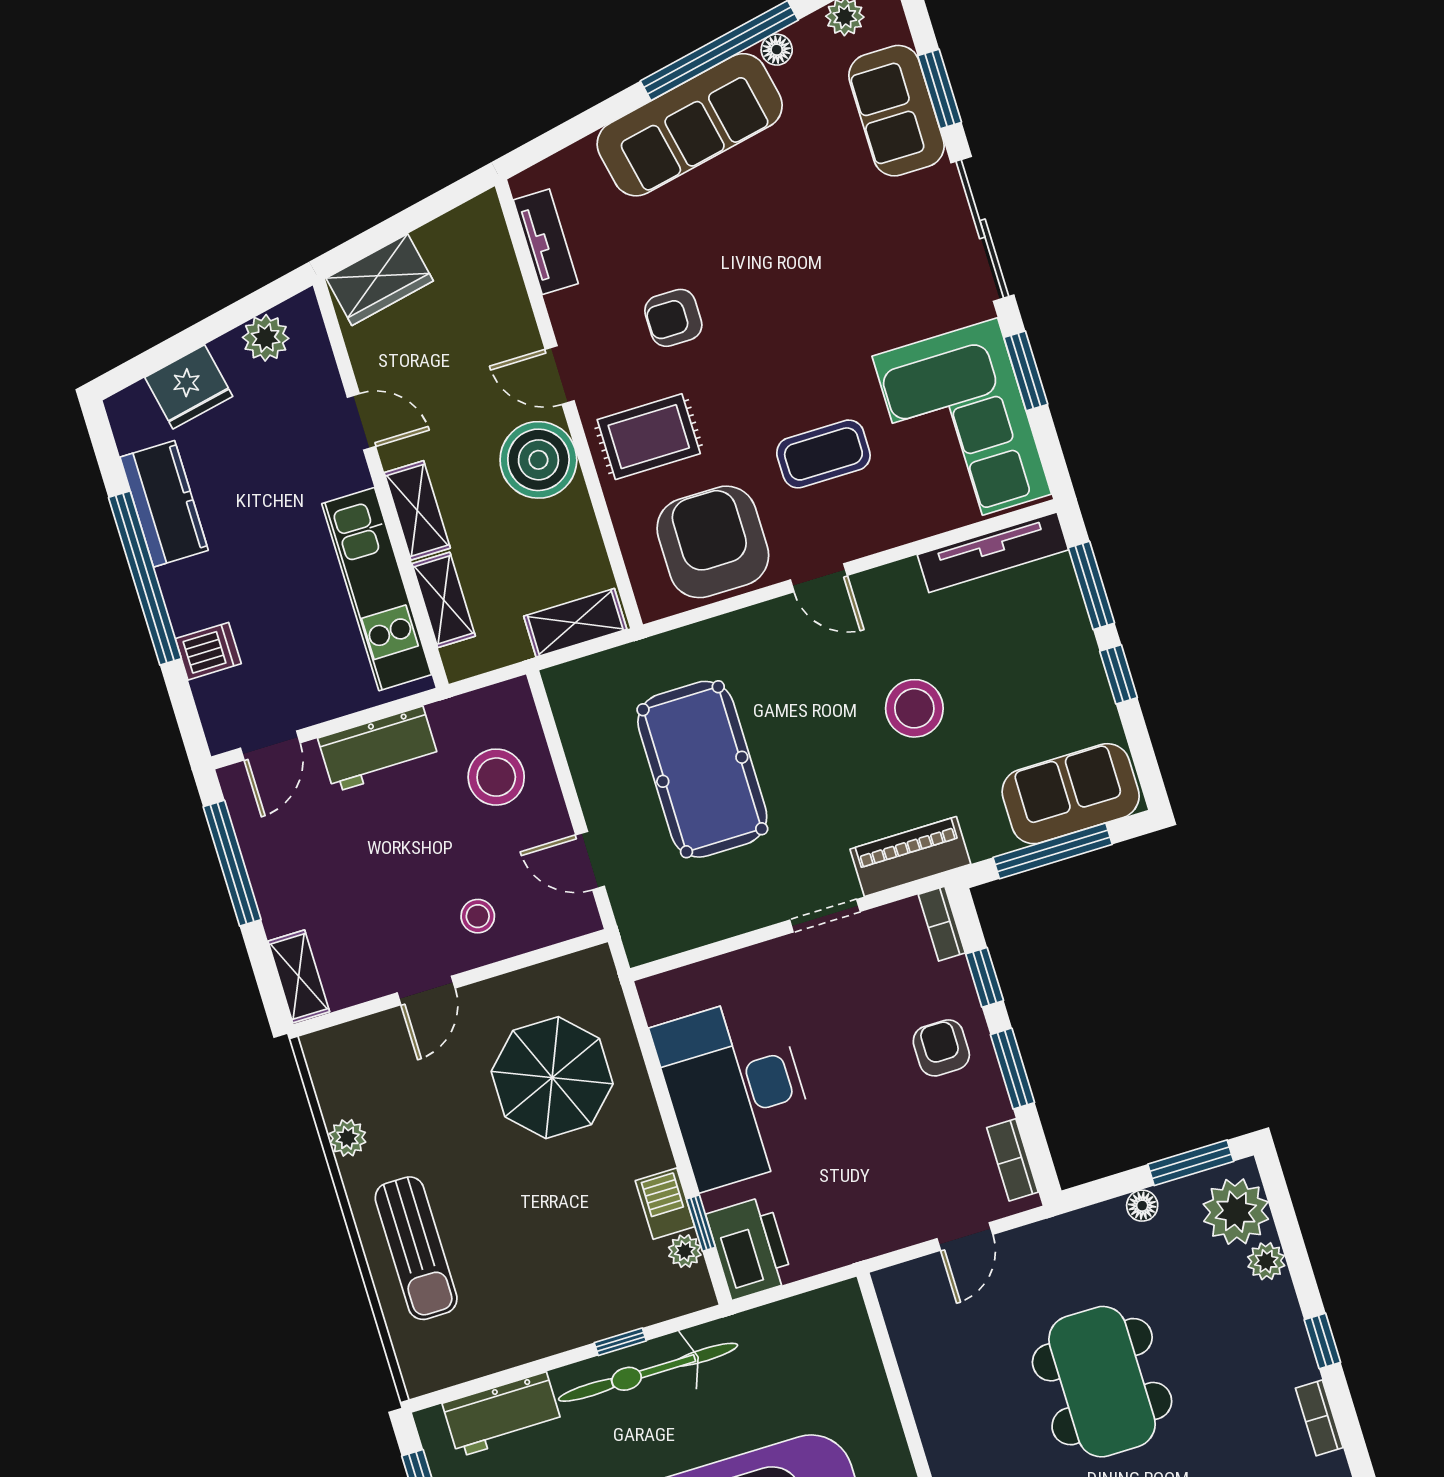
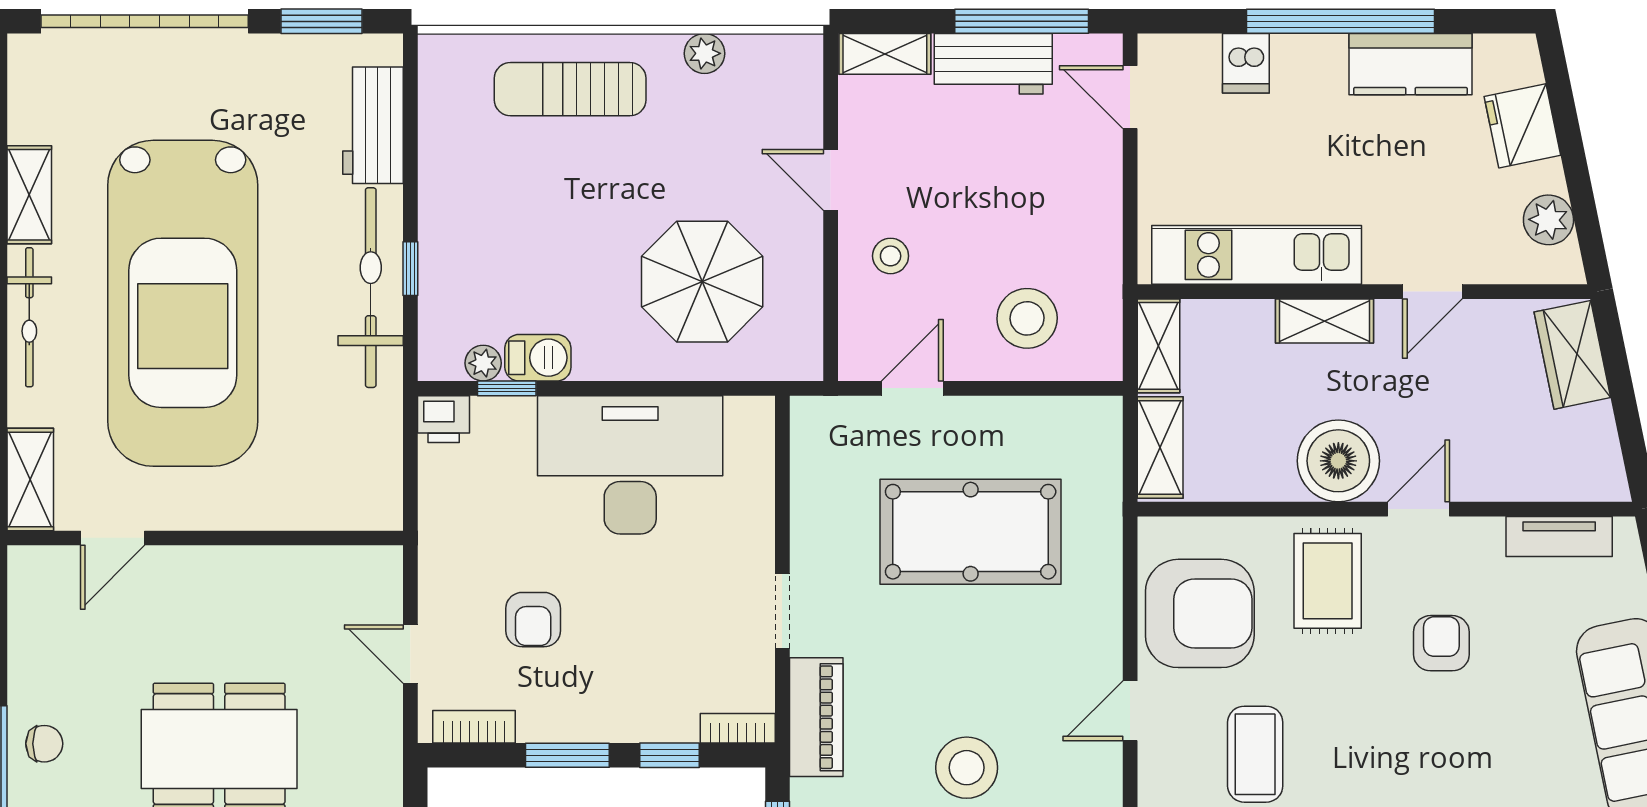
shelving: (444, 600) -> (1158, 346), moved, turned 90
workbench: (378, 749) -> (993, 64), moved, turned -90
armchair: (941, 1048) -> (533, 620), moved, turned 90
printer: (750, 1248) -> (444, 419), width x0.53, depth x0.68

